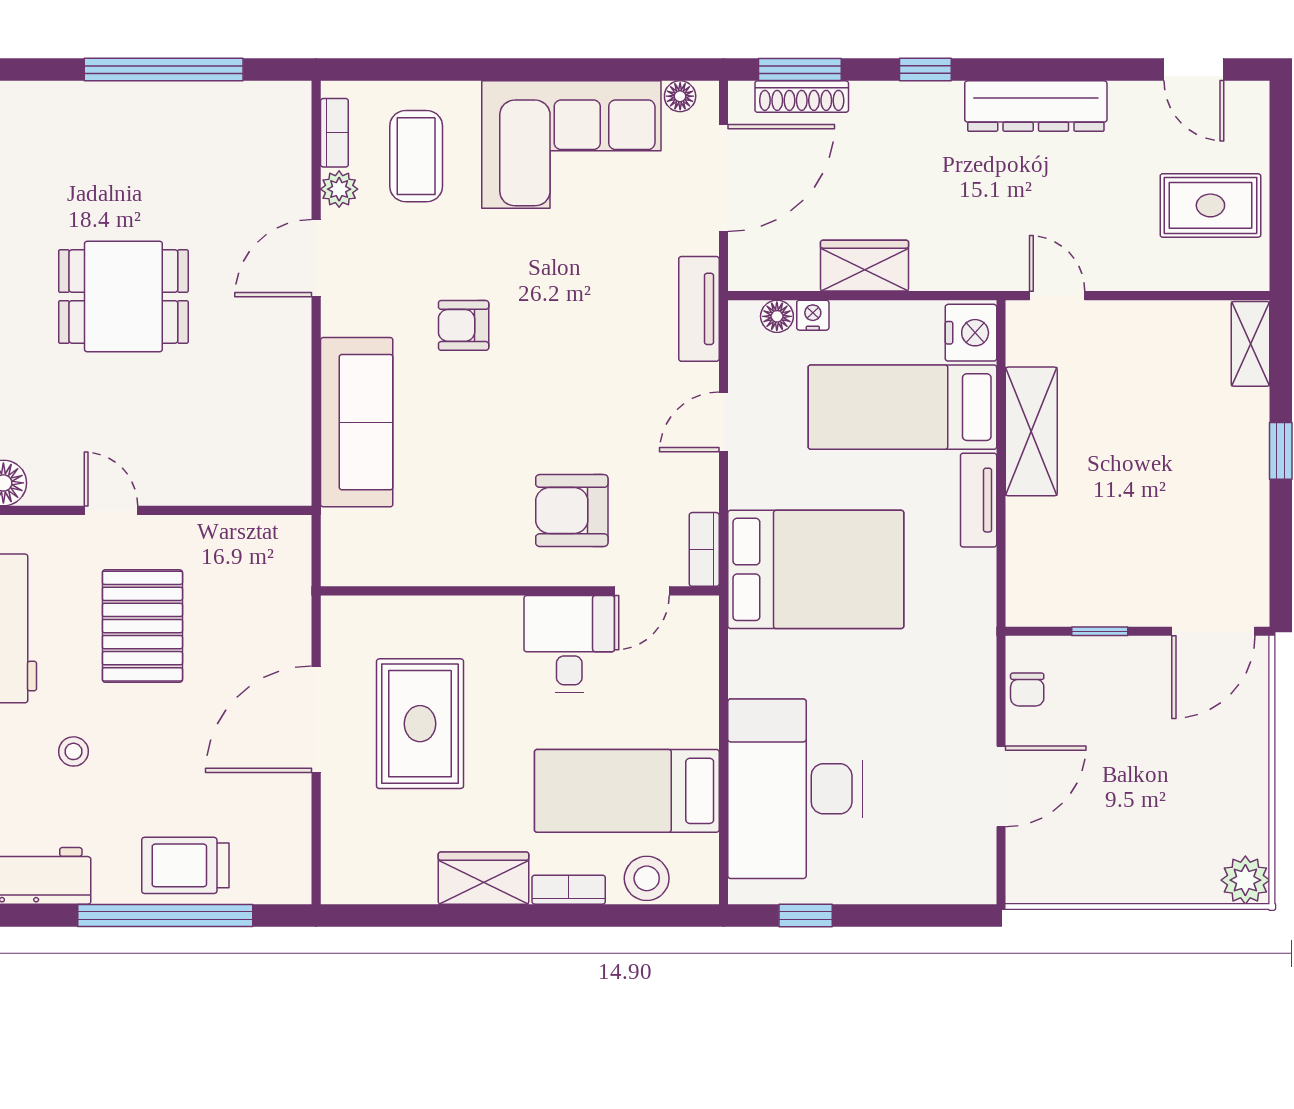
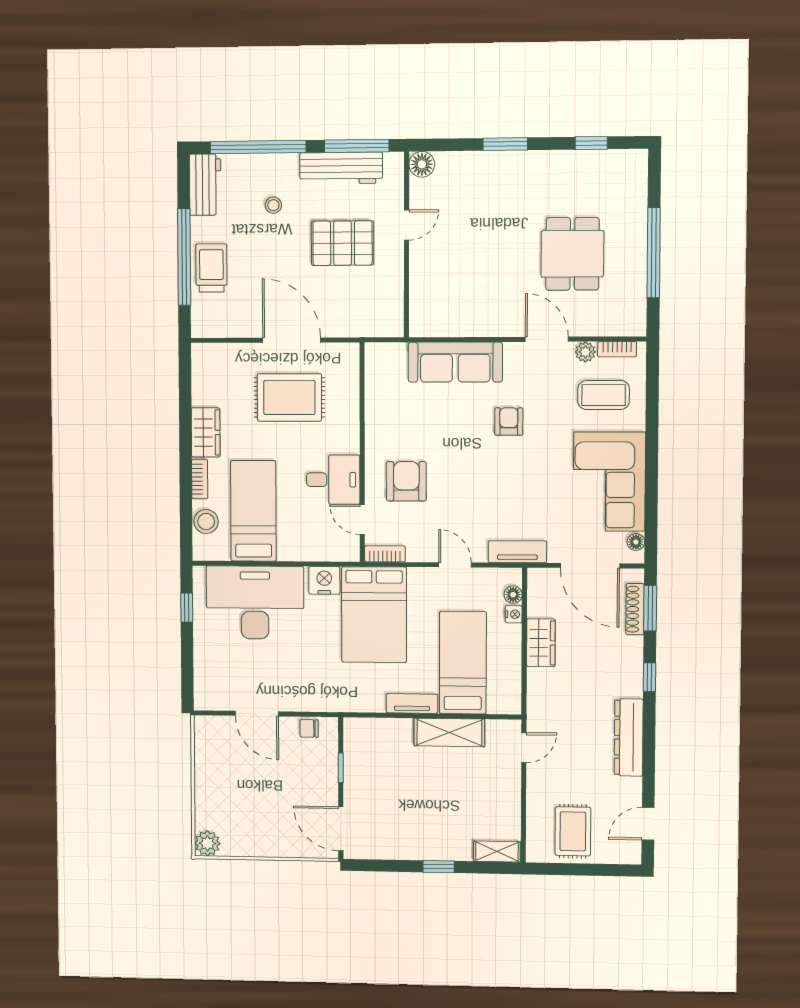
dining table: (123, 297) -> (572, 254), moved
nightstand: (971, 333) -> (324, 580), moved, turned 180

